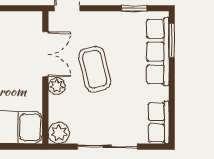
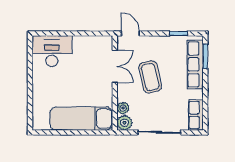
plant: (57, 86) -> (123, 108), moved

